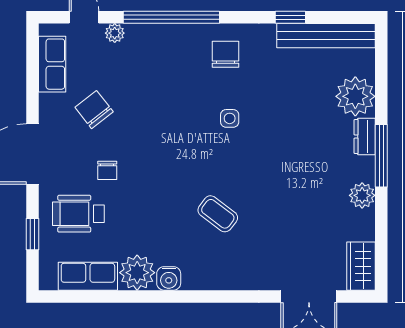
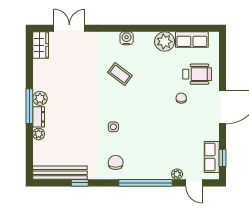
chair: (225, 54) -> (116, 162), turned 180
plant: (355, 96) -> (39, 134), width x0.53, depth x0.53
chair: (94, 110) -> (188, 132), removed
plant: (362, 195) -> (40, 98), moved
window: (33, 234) -> (223, 158), moved
water cooler: (169, 278) -> (127, 38), moved

